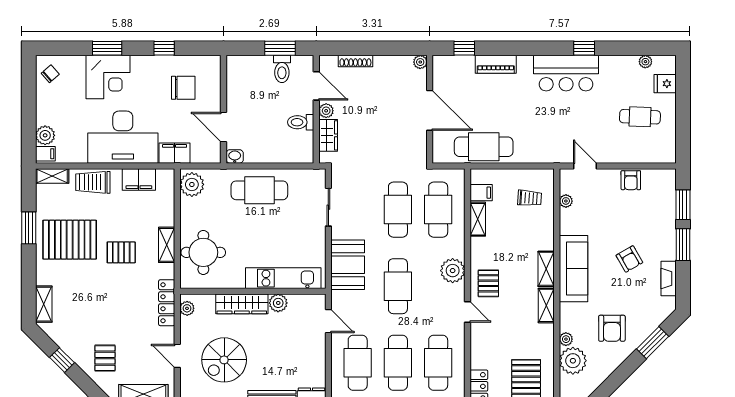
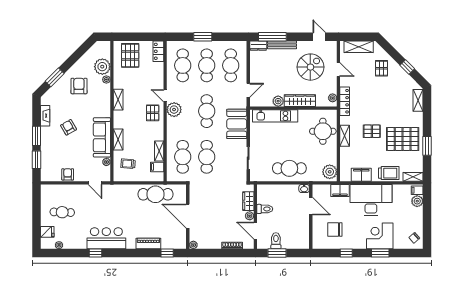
shelving: (546, 269) -> (118, 139), moved
sofa: (573, 269) -> (102, 137), moved
plant: (453, 271) -> (174, 110), moved
door: (328, 321) -> (248, 90), swing flipped

